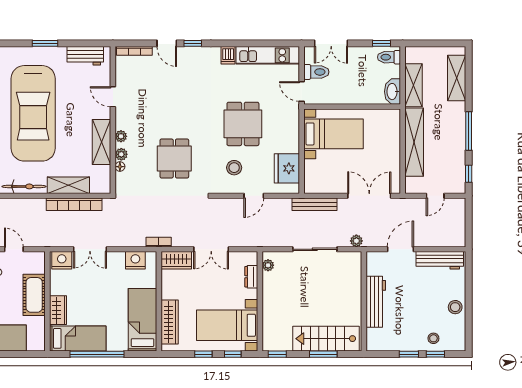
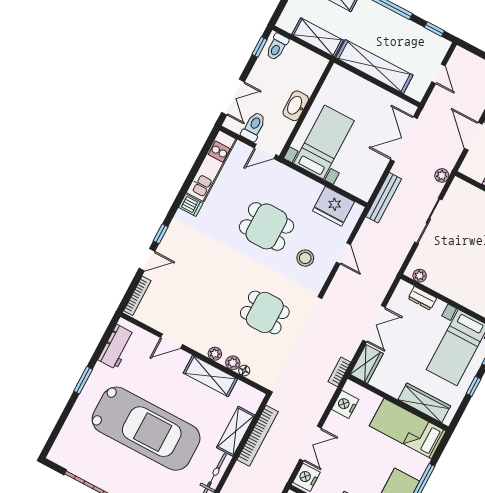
washbasin: (393, 92) -> (296, 106), moved, turned 90

